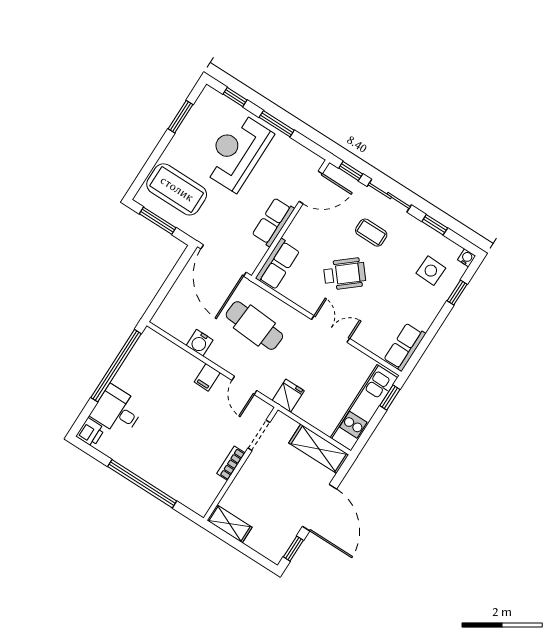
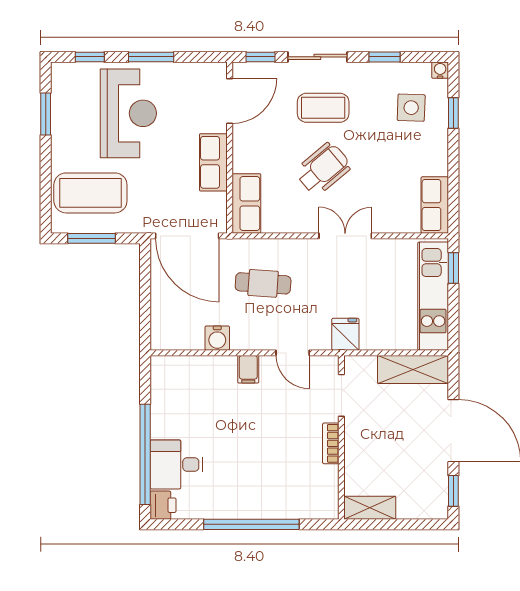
reception desk: (237, 152) -> (128, 113), turned 180
coffee table: (371, 233) -> (323, 108), width x1.36, depth x1.30
cafe table: (254, 326) -> (263, 283), width x0.73, depth x0.74
window: (116, 366) -> (145, 454), moved

